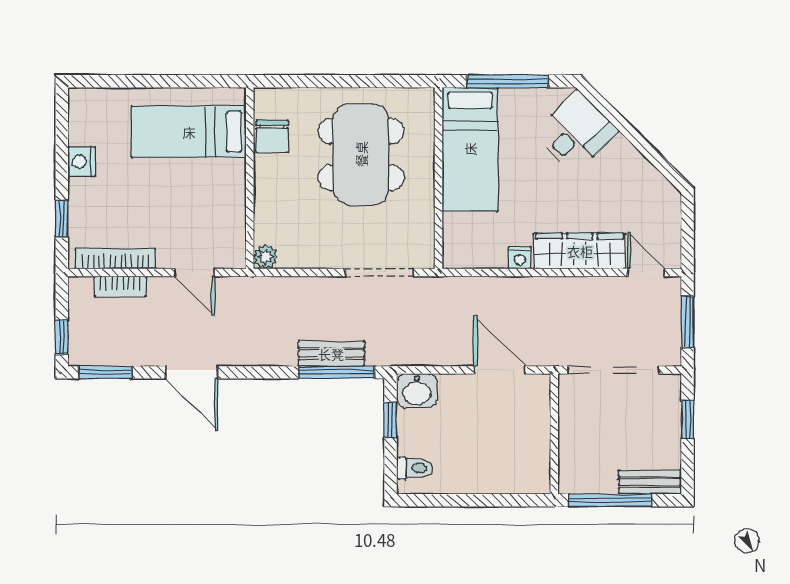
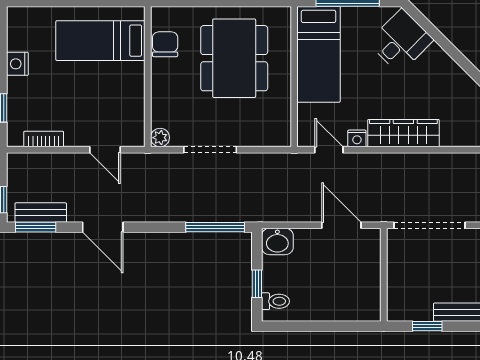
chair: (272, 136) -> (165, 44), turned 180
bookcase: (115, 259) -> (44, 139), width x0.64
doorway: (379, 272) -> (210, 150), moved
door: (646, 272) -> (329, 150), moved
bookcase: (120, 287) -> (47, 161), removed
bench: (331, 354) -> (41, 213), moved
window: (390, 420) -> (257, 284), moved
window: (610, 500) -> (427, 326), width x0.46

